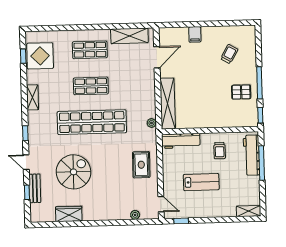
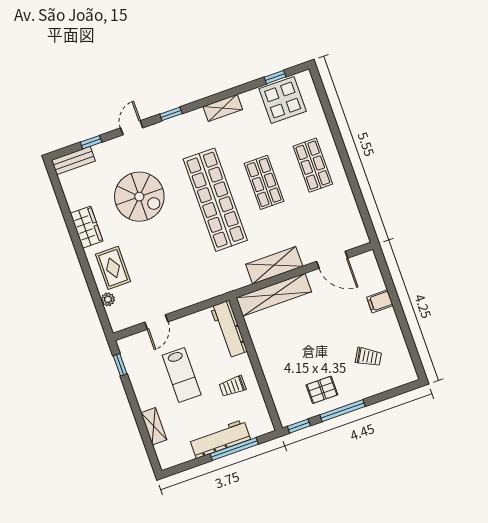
shelving: (129, 36) -> (274, 265), moved, turned 90
pallet: (241, 92) -> (322, 390), turned 90
plant: (152, 123) -> (240, 281), removed
workbench: (251, 155) -> (220, 439), moved
rug: (141, 165) -> (113, 268), moved, turned 90
bench: (35, 188) -> (73, 161), moved
door: (161, 204) -> (156, 322), moved
shelving: (249, 211) -> (154, 426), moved
wardrobe: (69, 214) -> (87, 227), moved

